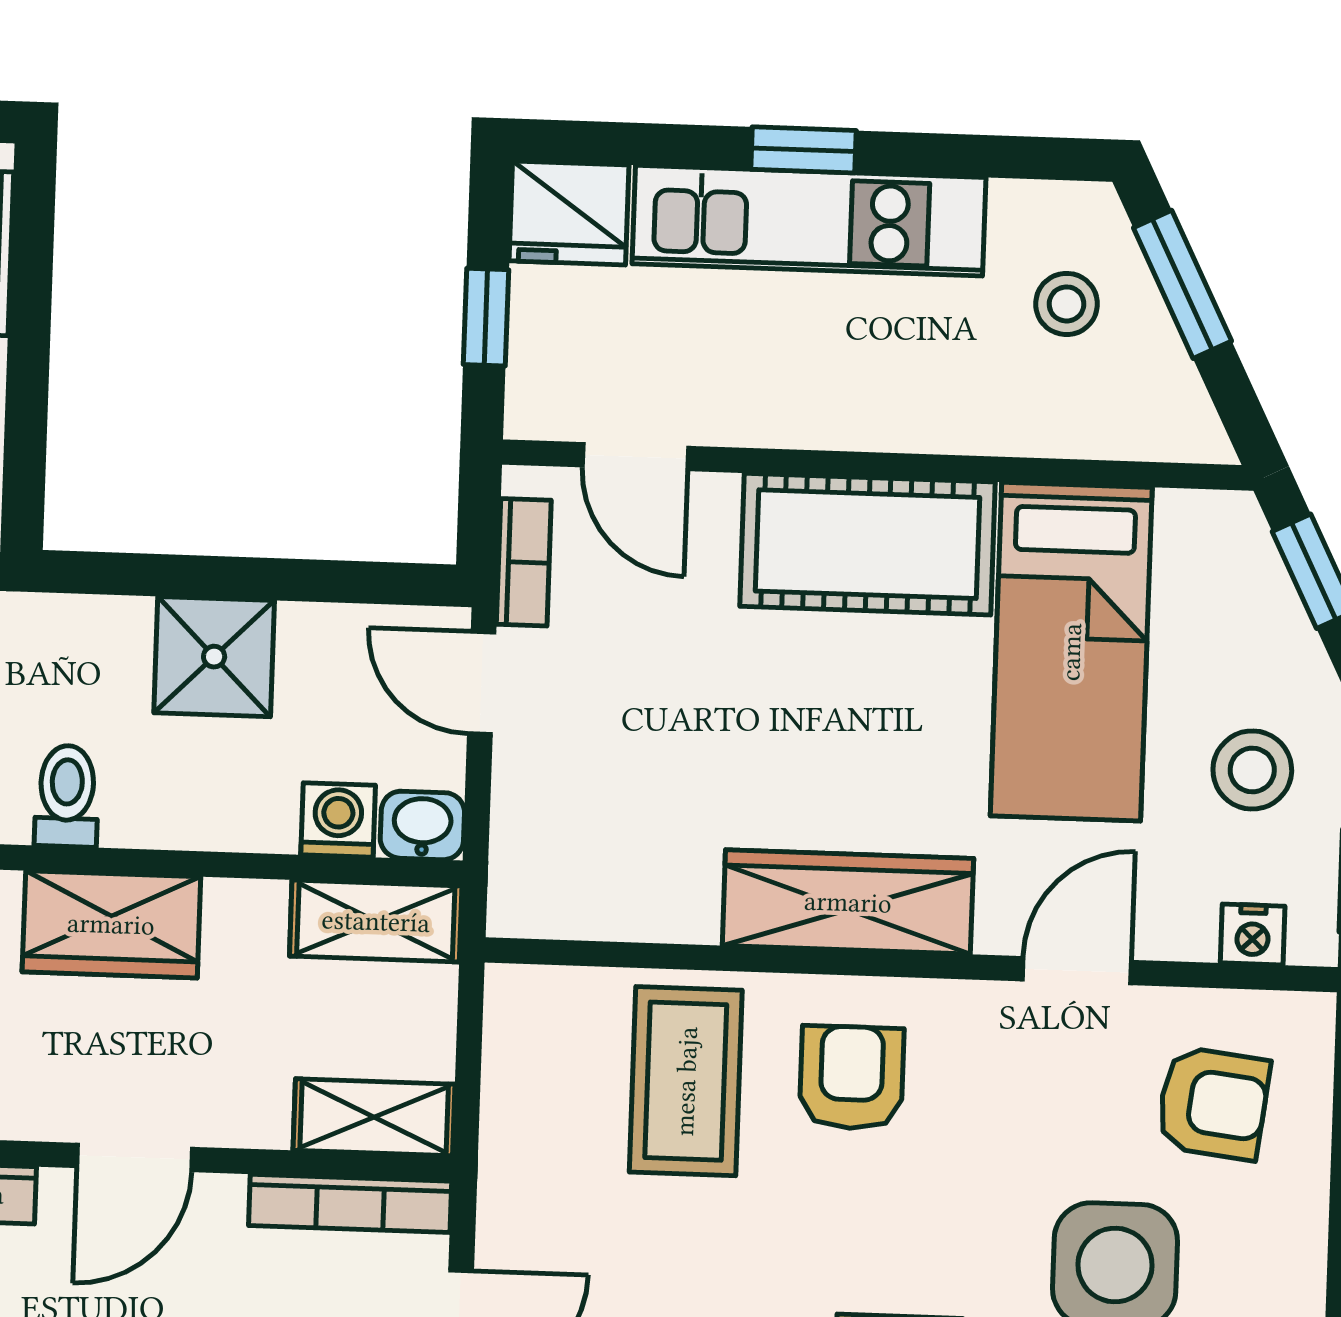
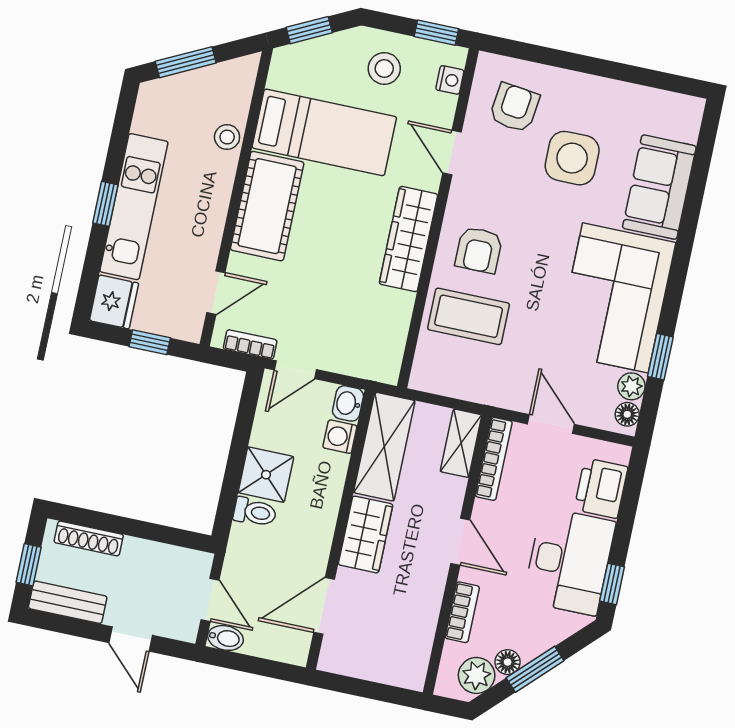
stool: (1067, 304) -> (227, 137), moved
toilet: (67, 796) -> (255, 512), moved, turned 180
shelving: (376, 921) -> (384, 447), width x1.50, depth x1.33
armchair: (852, 1078) -> (479, 250), turned -90

